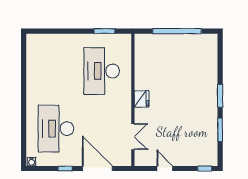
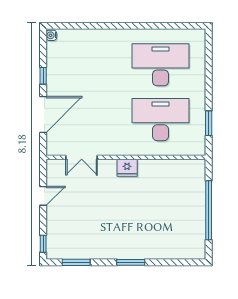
desk: (56, 129) -> (161, 65), moved
window: (220, 130) -> (76, 262), moved

